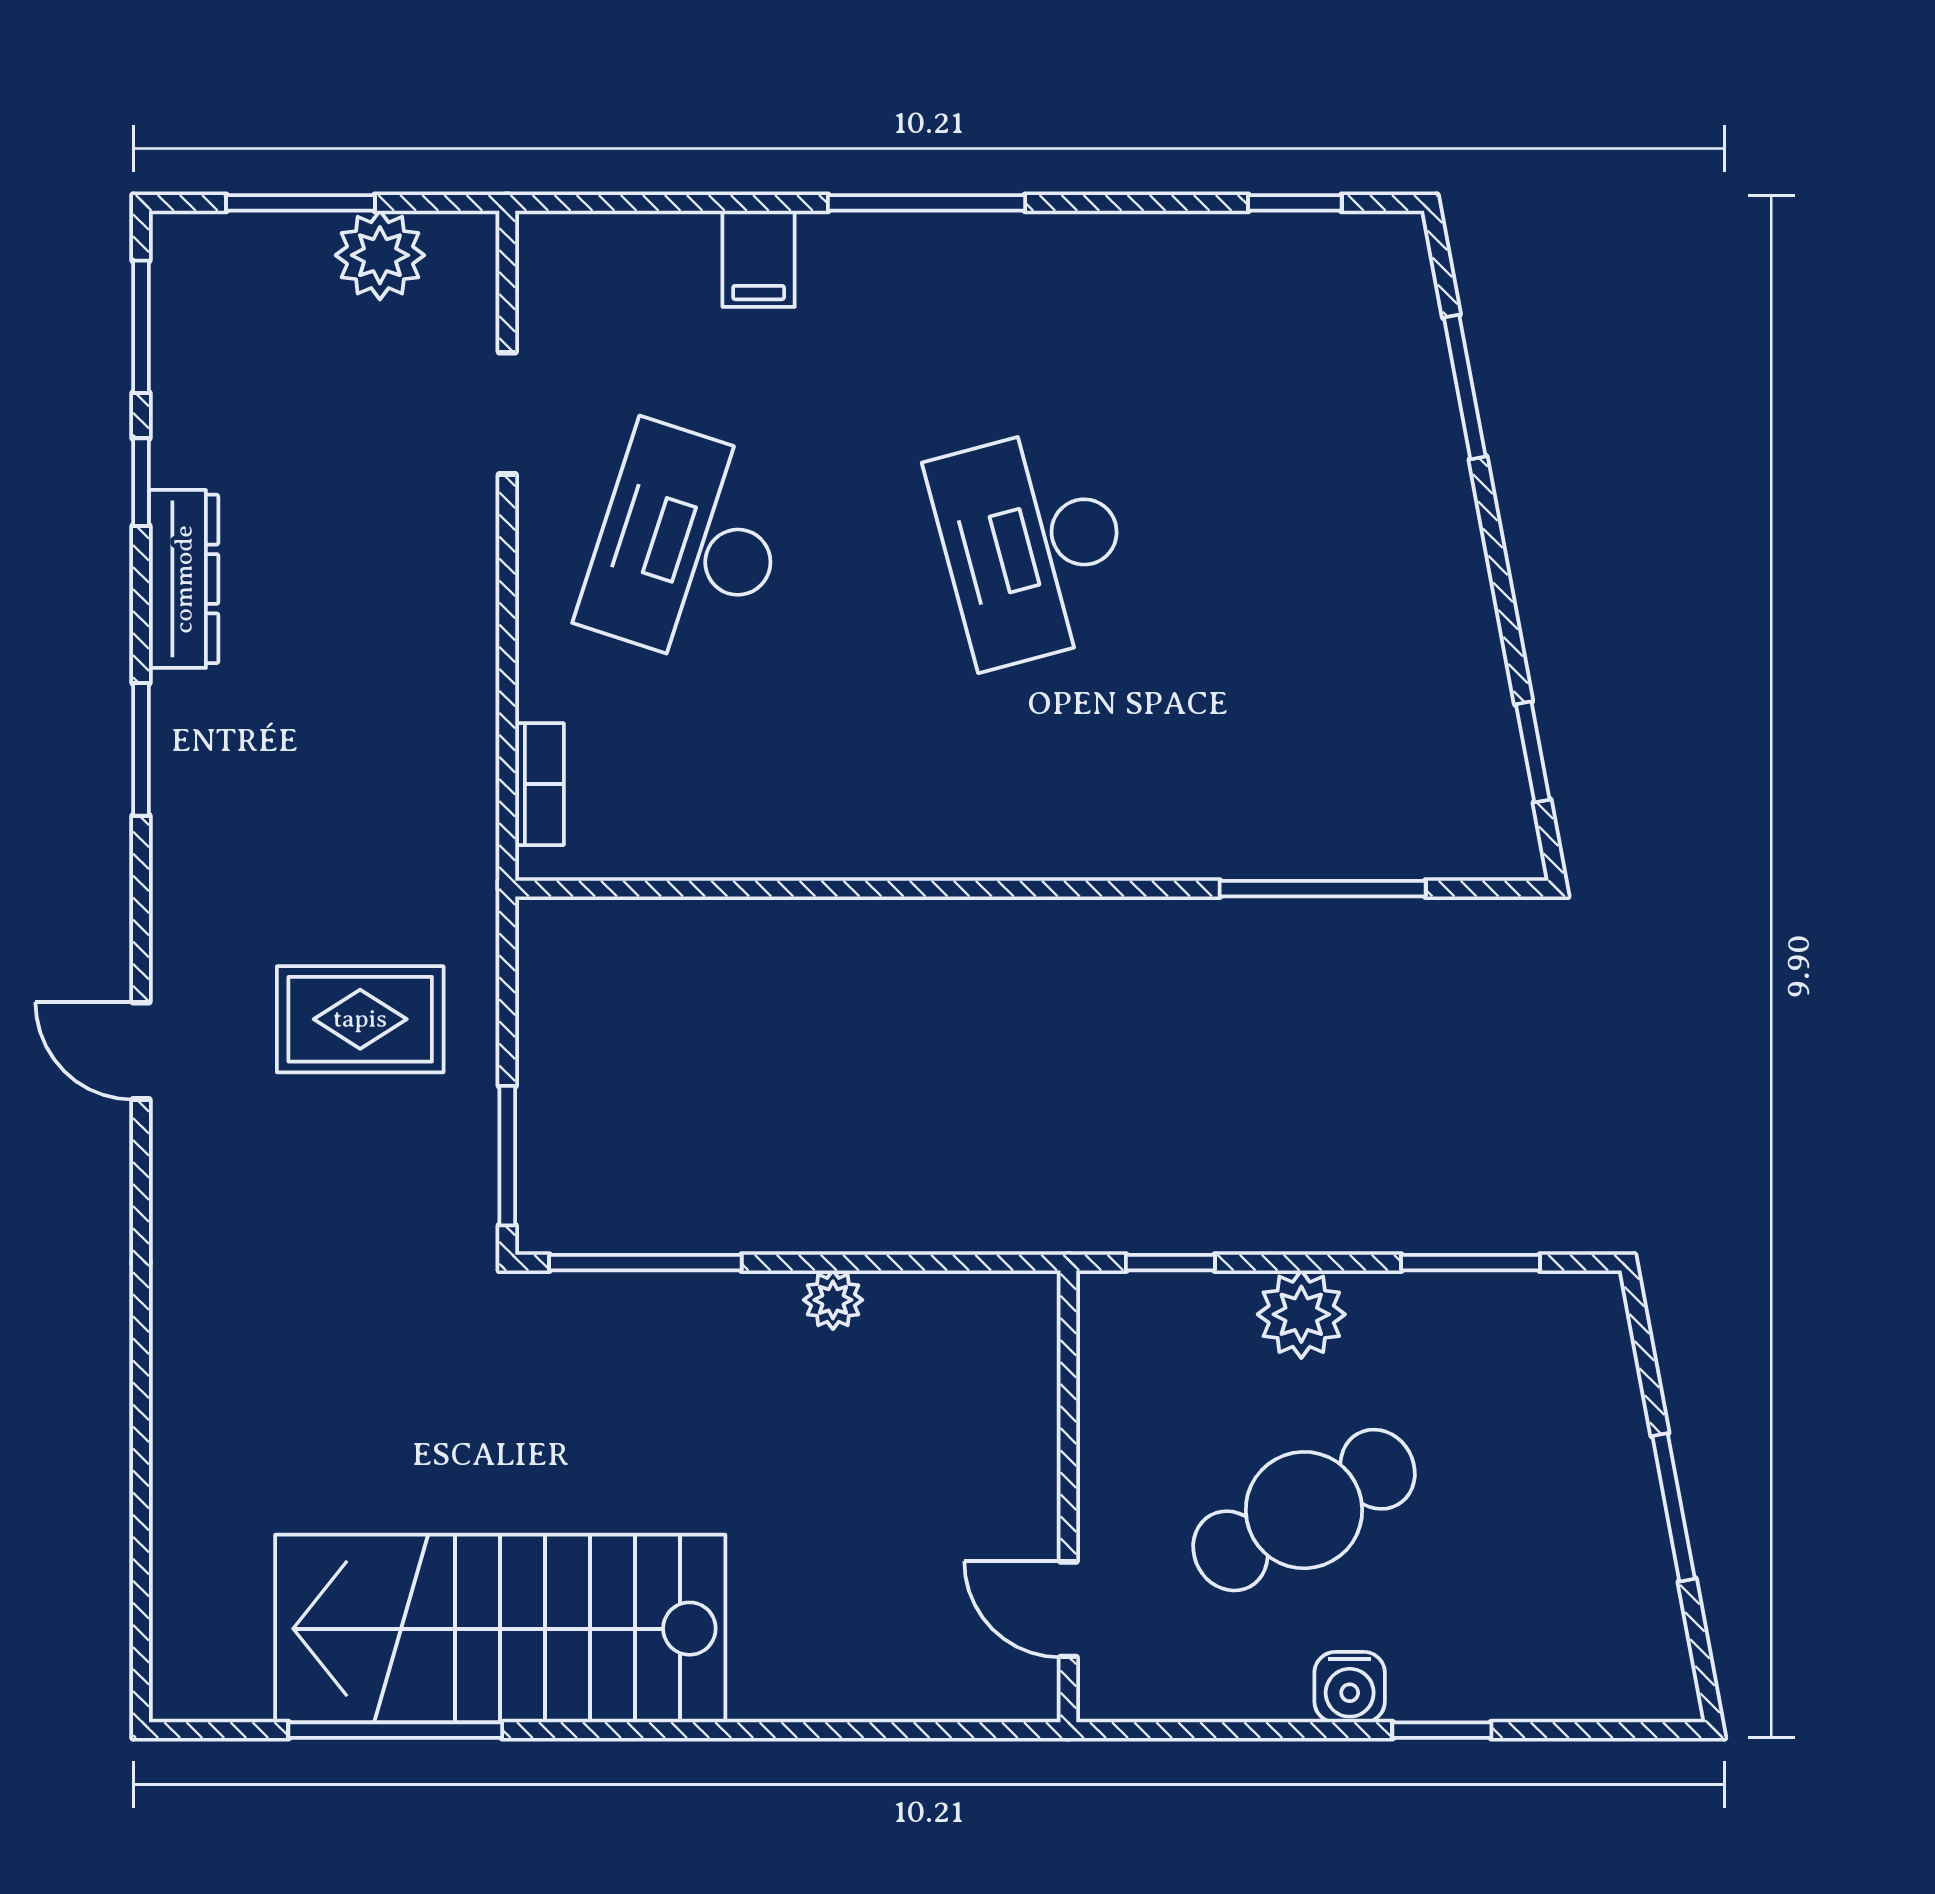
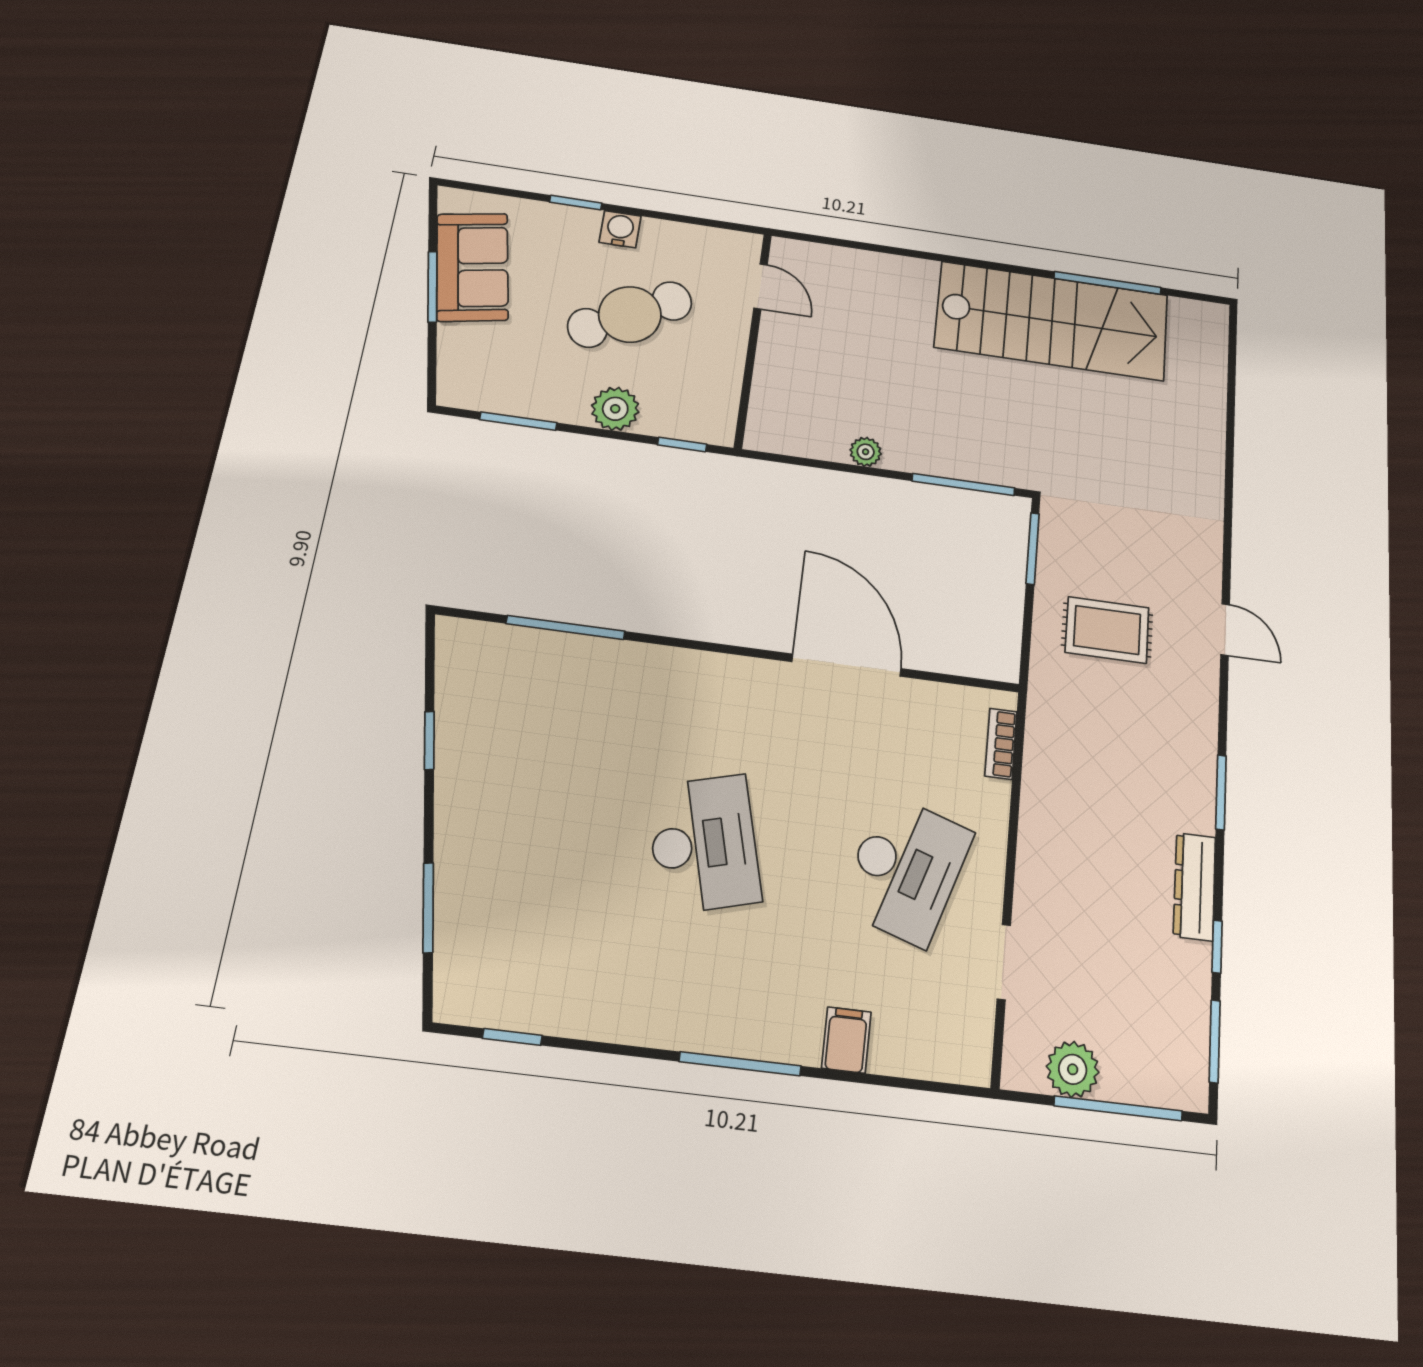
window: (301, 203) -> (1118, 1108), width x1.44
window: (1533, 752) -> (429, 740), moved
door: (825, 889) -> (846, 665), added
sofa: (1609, 1561) -> (472, 267), added

